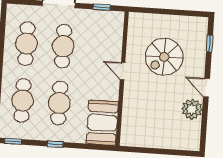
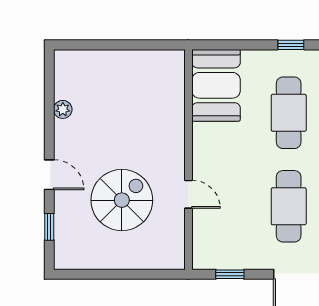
door: (123, 71) -> (188, 194), moved
door: (206, 88) -> (49, 175), moved
plant: (192, 109) -> (63, 109), width x0.53, depth x0.53

